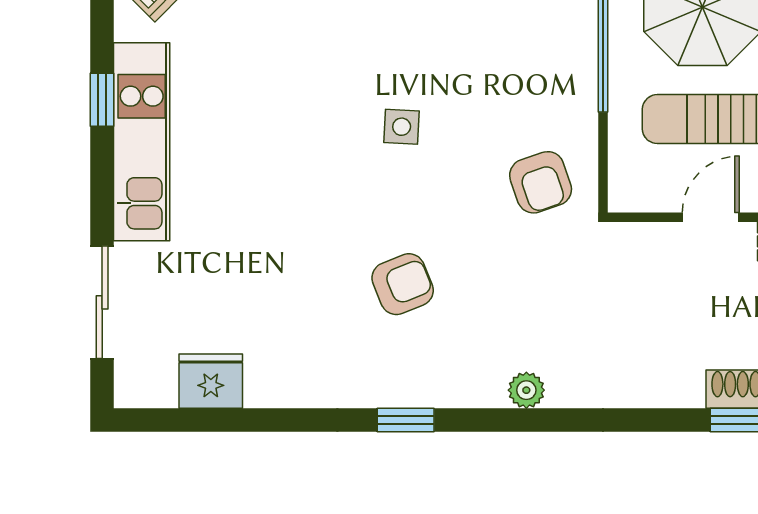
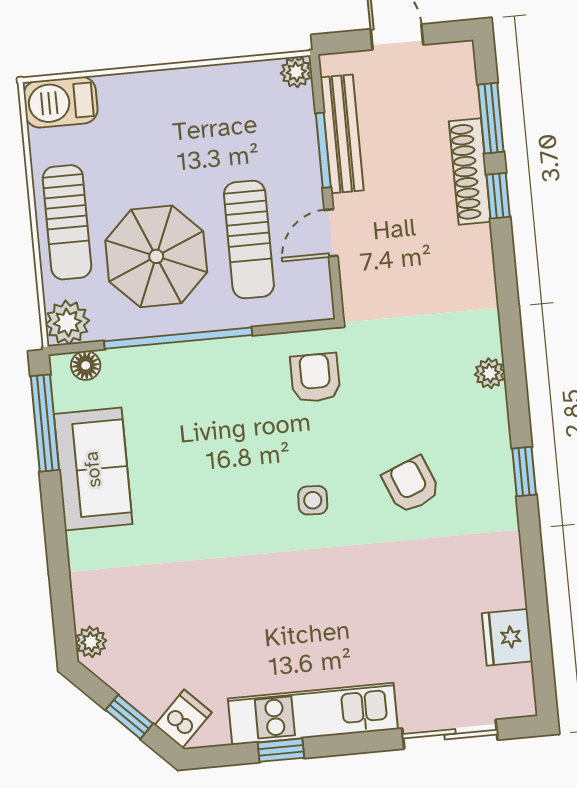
side table: (402, 127) -> (313, 500), moved
armchair: (541, 182) -> (315, 378), turned -71
door: (711, 217) -> (331, 233), hinge flipped

